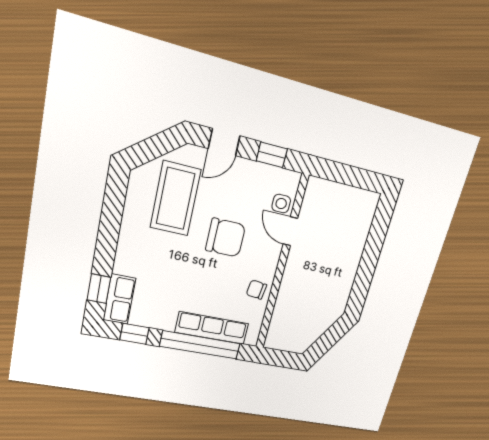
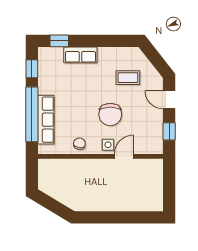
coffee table: (176, 199) -> (128, 78), width x0.54, depth x0.58
side table: (281, 204) -> (108, 145), moved
row of seats: (119, 299) -> (80, 55), moved

